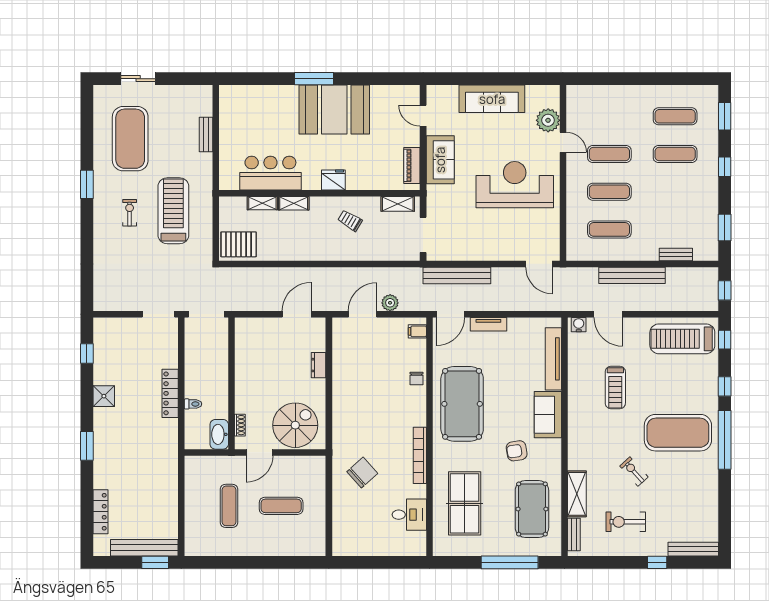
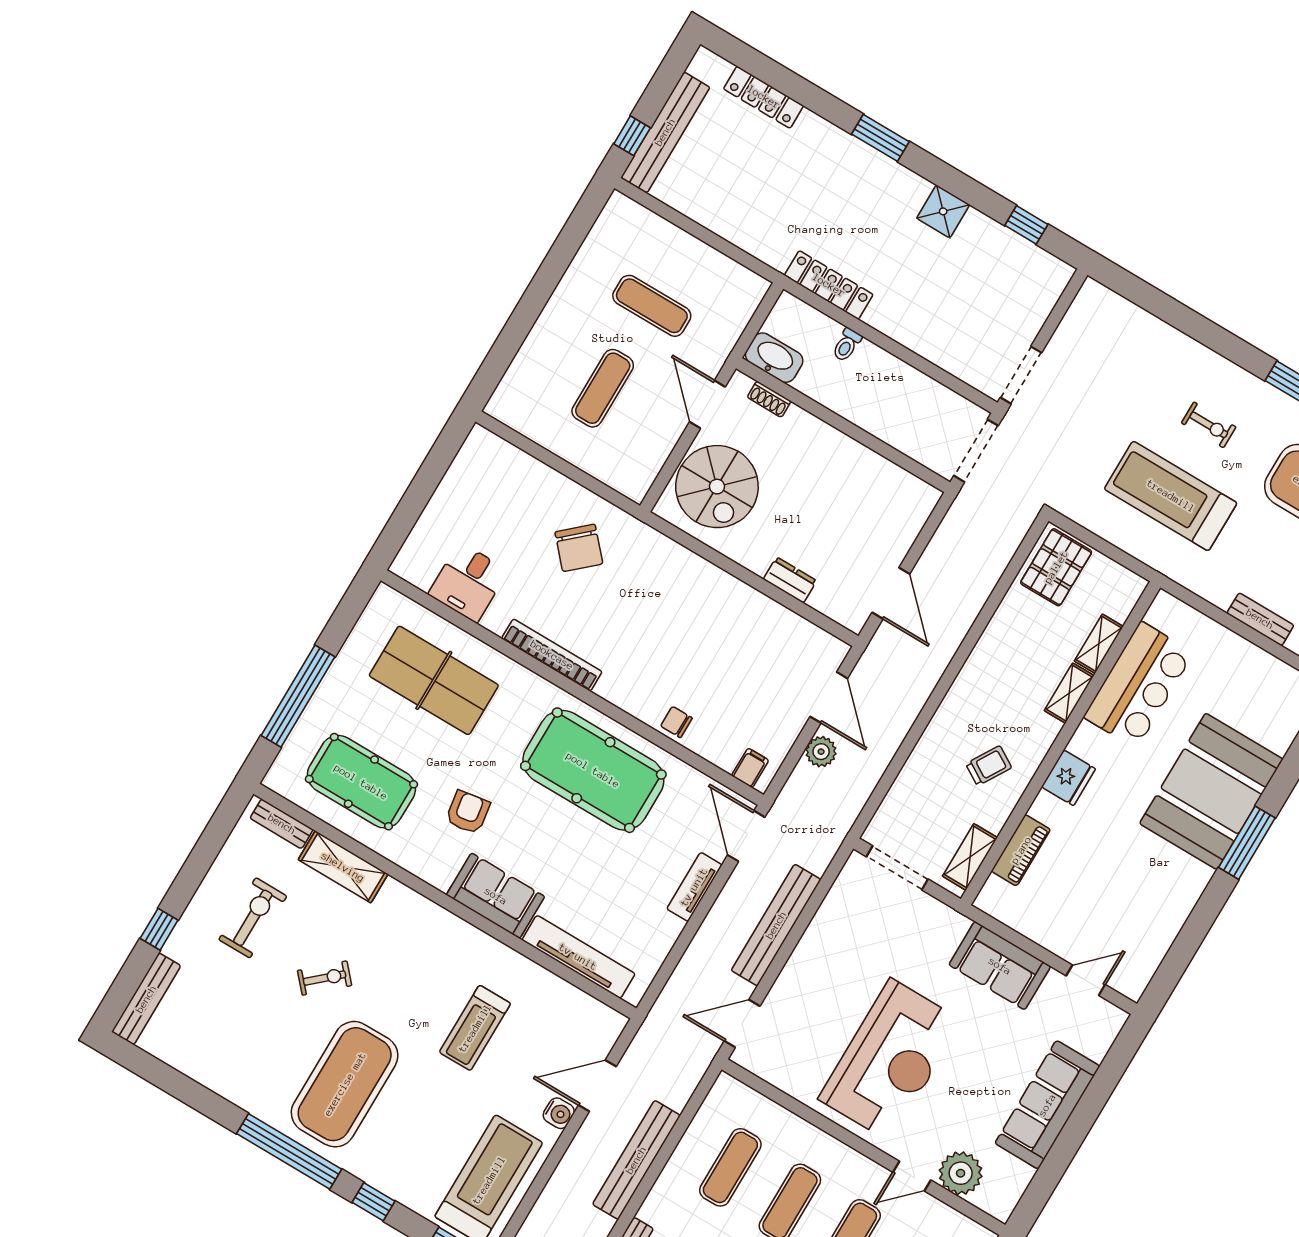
booth: (334, 110) -> (1211, 791), moved
piano: (412, 165) -> (1021, 850), moved, turned 90
treadmill: (173, 211) -> (1171, 496), turned 180
bench: (457, 276) -> (776, 925), moved
water cooler: (579, 325) -> (559, 1113), moved
treadmill: (615, 387) -> (475, 1028), turned -90
locker: (170, 393) -> (829, 285), moved
window: (155, 562) -> (632, 136), width x0.67

